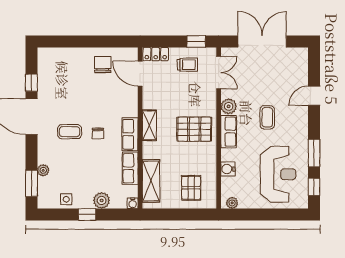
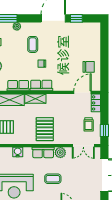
shelving: (149, 125) -> (35, 99), moved
coffee table: (70, 132) -> (33, 44), moved

